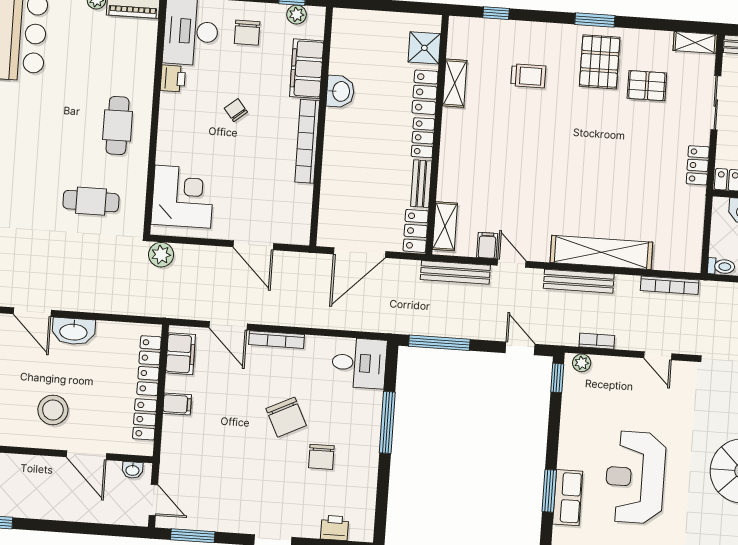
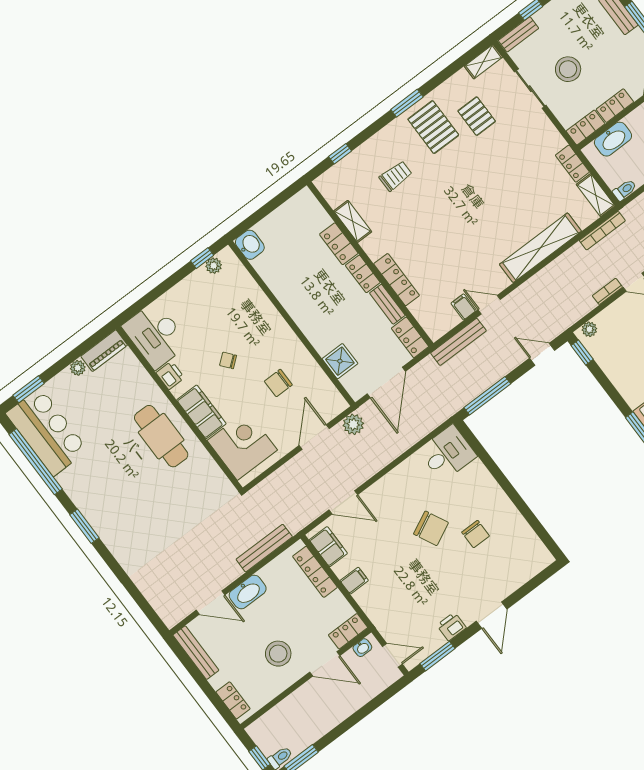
chair: (247, 33) -> (278, 383), moved, turned 90
shower: (424, 48) -> (340, 361), moved
filing cabinet: (307, 69) -> (201, 412), moved, turned 180
pallet: (647, 86) -> (477, 116), turned 90
washbasin: (340, 91) -> (250, 245), moved
cafe table: (118, 126) -> (161, 436), width x1.37, depth x1.35
bookcase: (307, 141) -> (291, 341), removed
locker: (698, 165) -> (572, 164), moved
locker: (449, 169) -> (397, 280), added
cafe table: (91, 201) -> (186, 499), removed
shelving: (445, 226) -> (596, 195), moved
door: (253, 245) -> (314, 437), swing flipped
plant: (161, 255) -> (353, 424), moved
bench: (579, 281) -> (264, 548), moved
bookcase: (277, 340) -> (382, 484), removed
bookcase: (597, 341) -> (607, 291), moved
locker: (145, 419) -> (348, 631), moved, turned 90
window: (387, 422) -> (498, 475), removed
printer: (335, 528) -> (452, 627), moved

